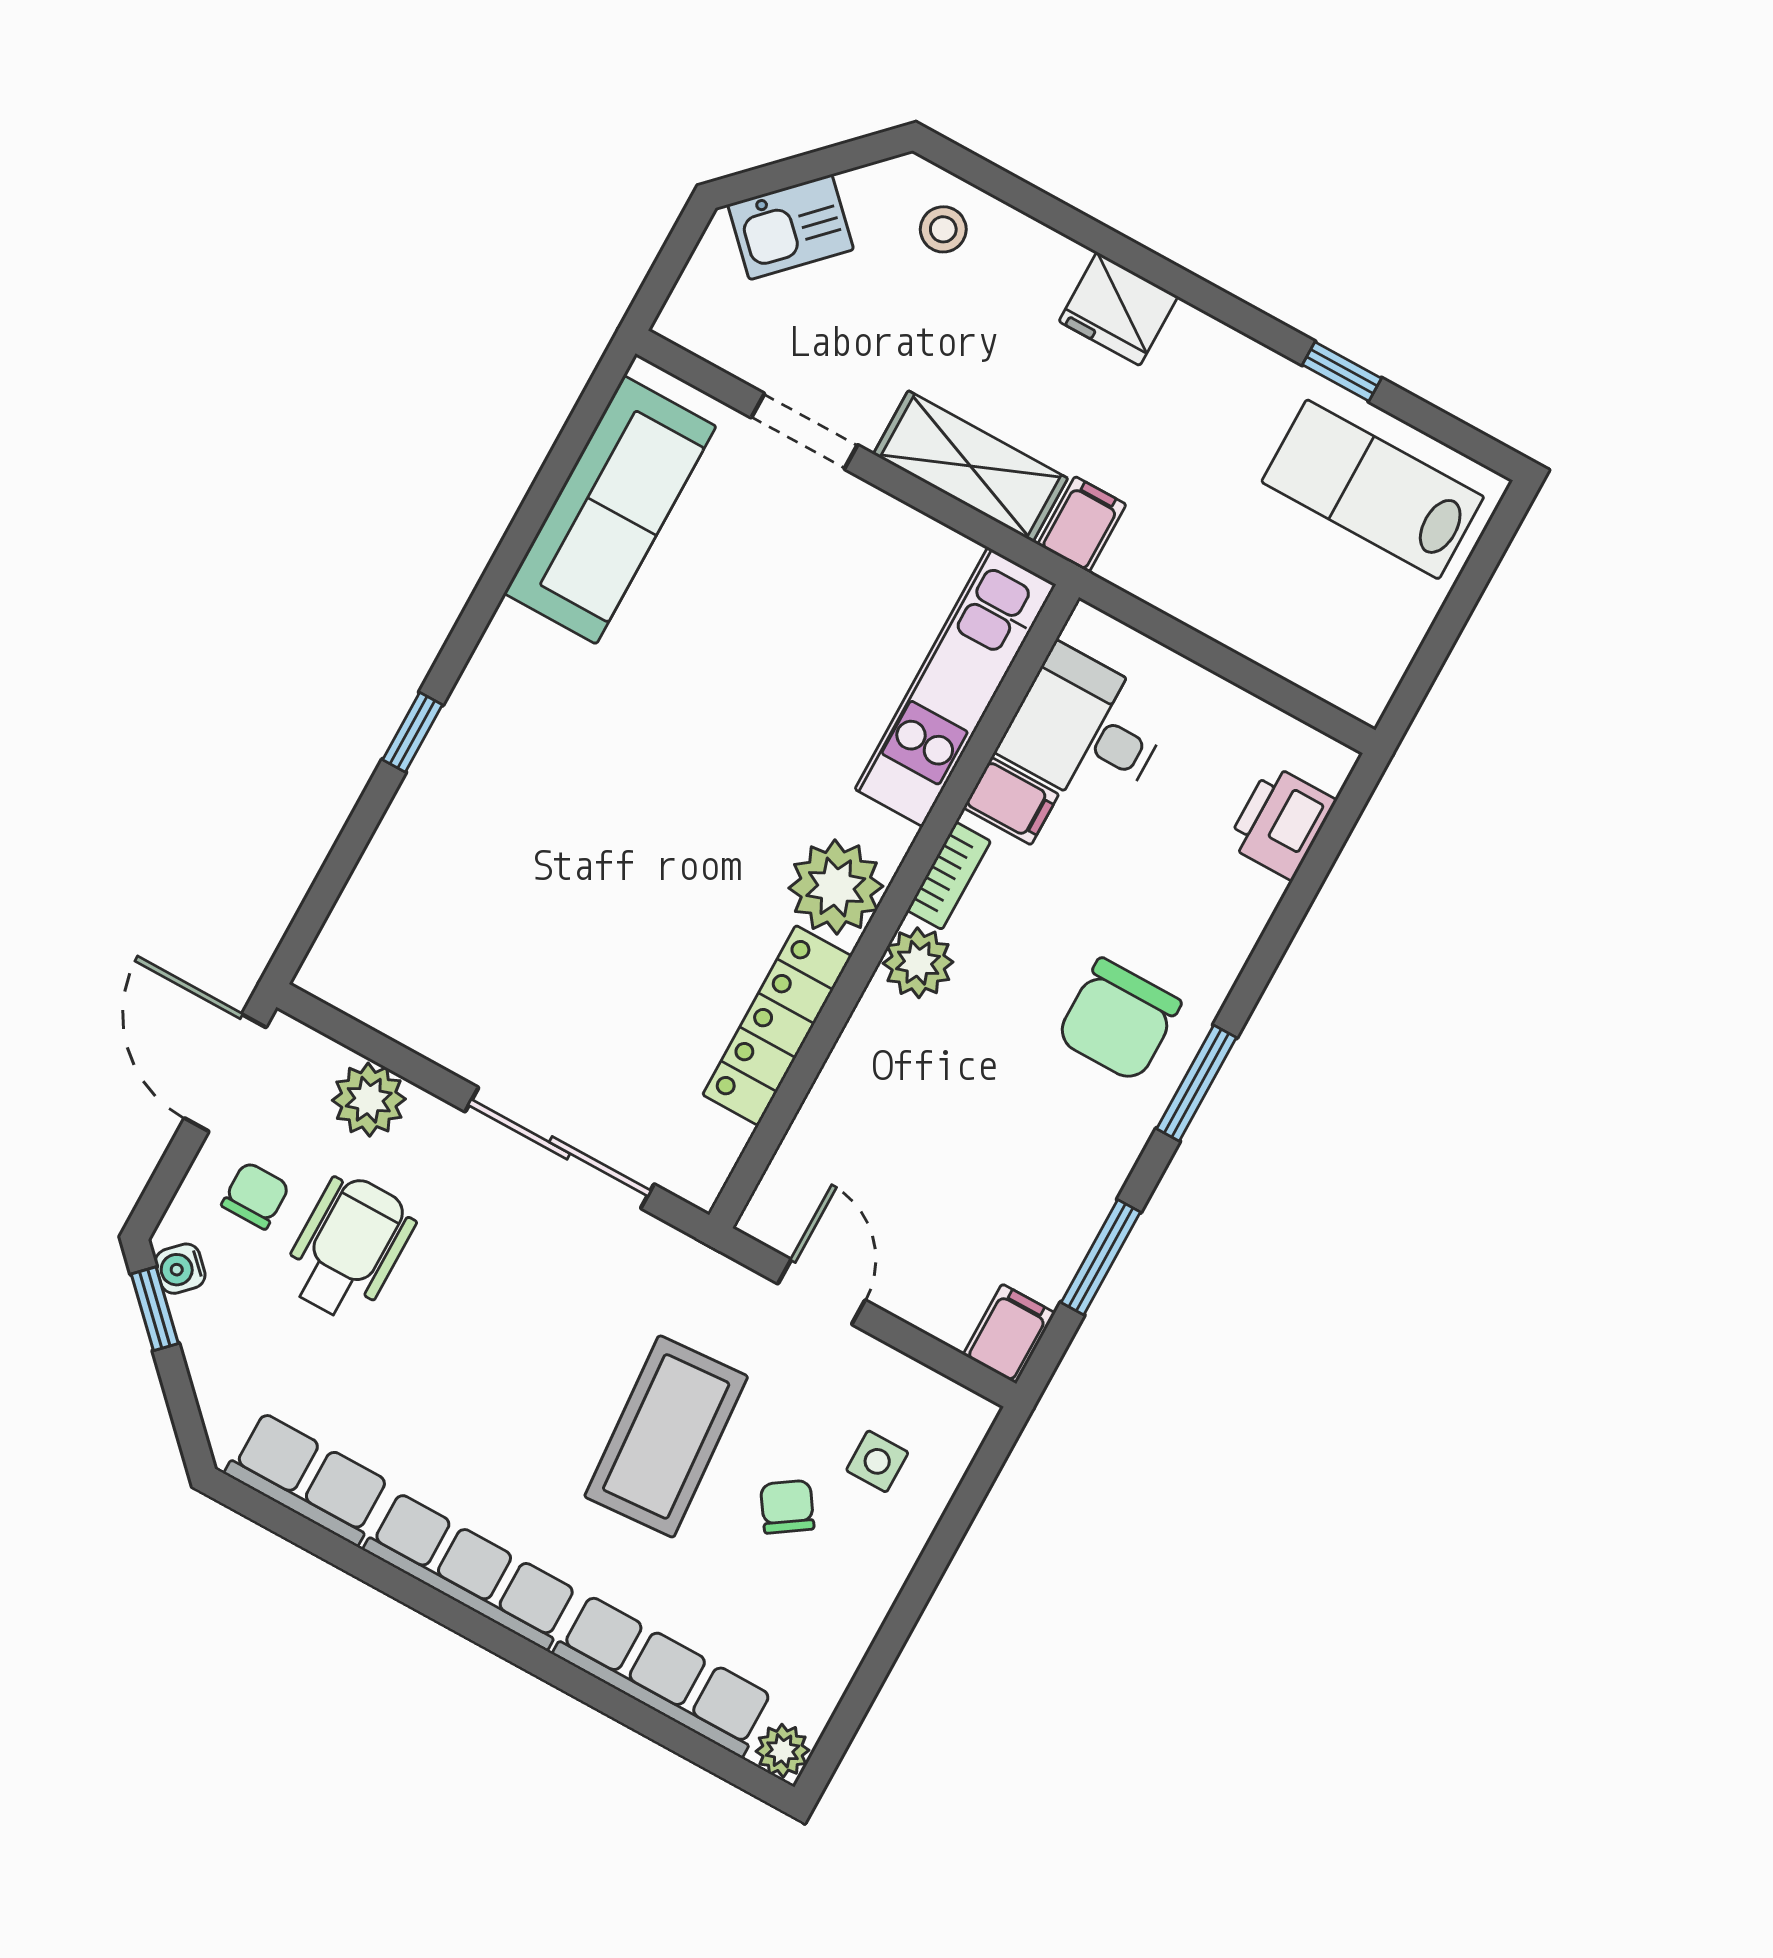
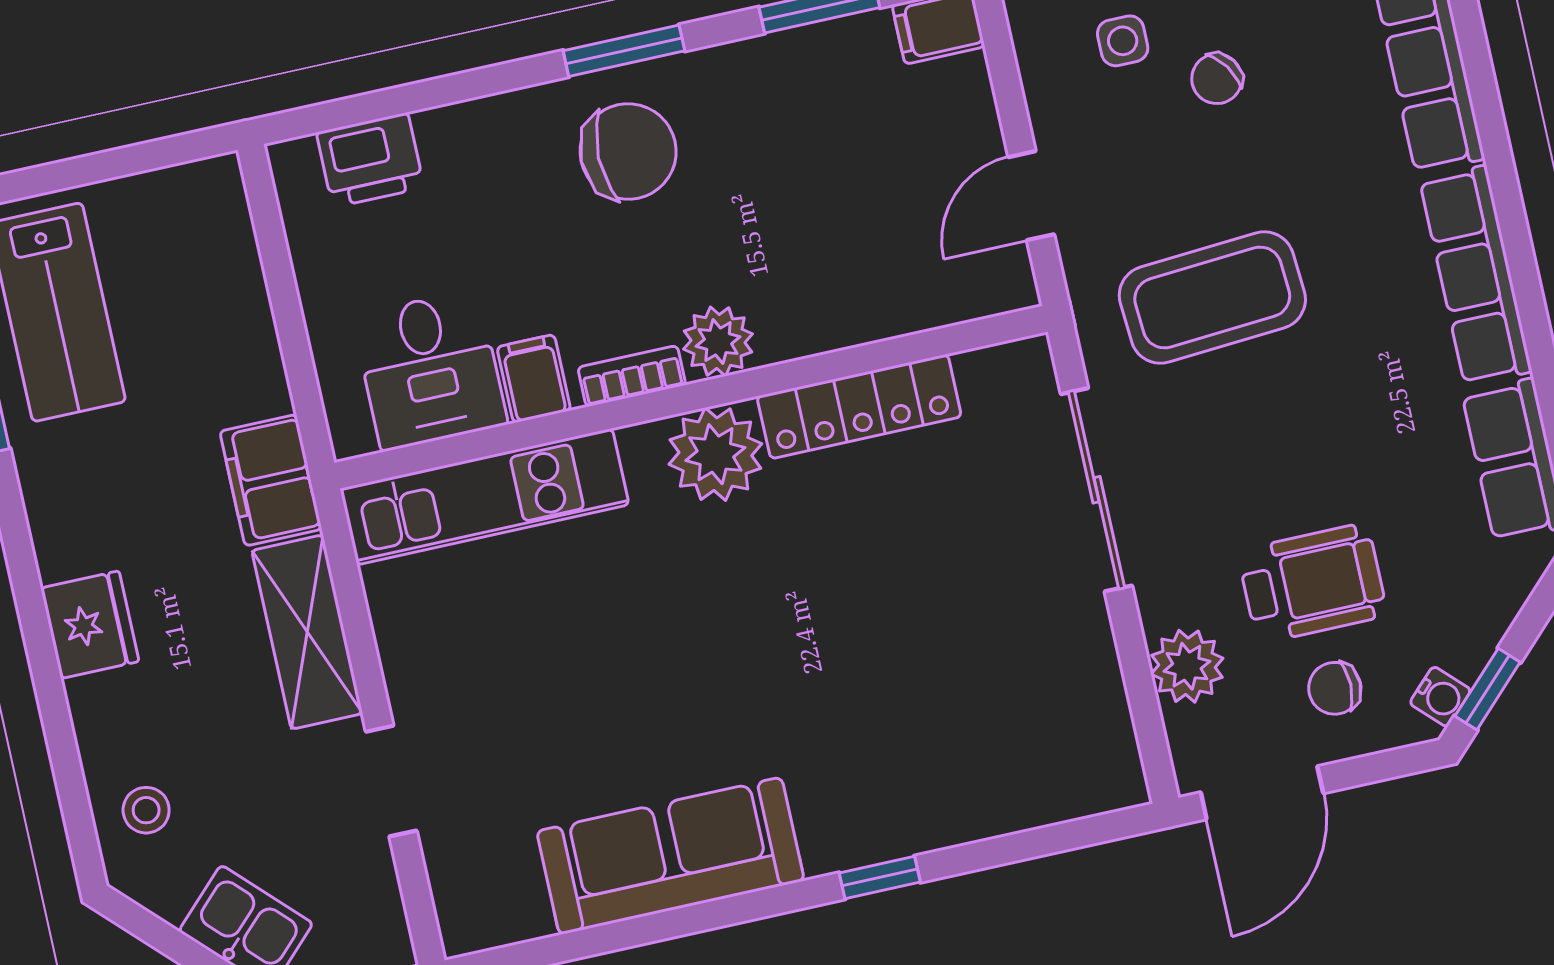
sofa: (610, 510) -> (670, 856), moved
filing cabinet: (1082, 524) -> (271, 480), width x2.00
wheelchair: (349, 1248) -> (1312, 583), turned 180
coffee table: (666, 1436) -> (1212, 298), moved

